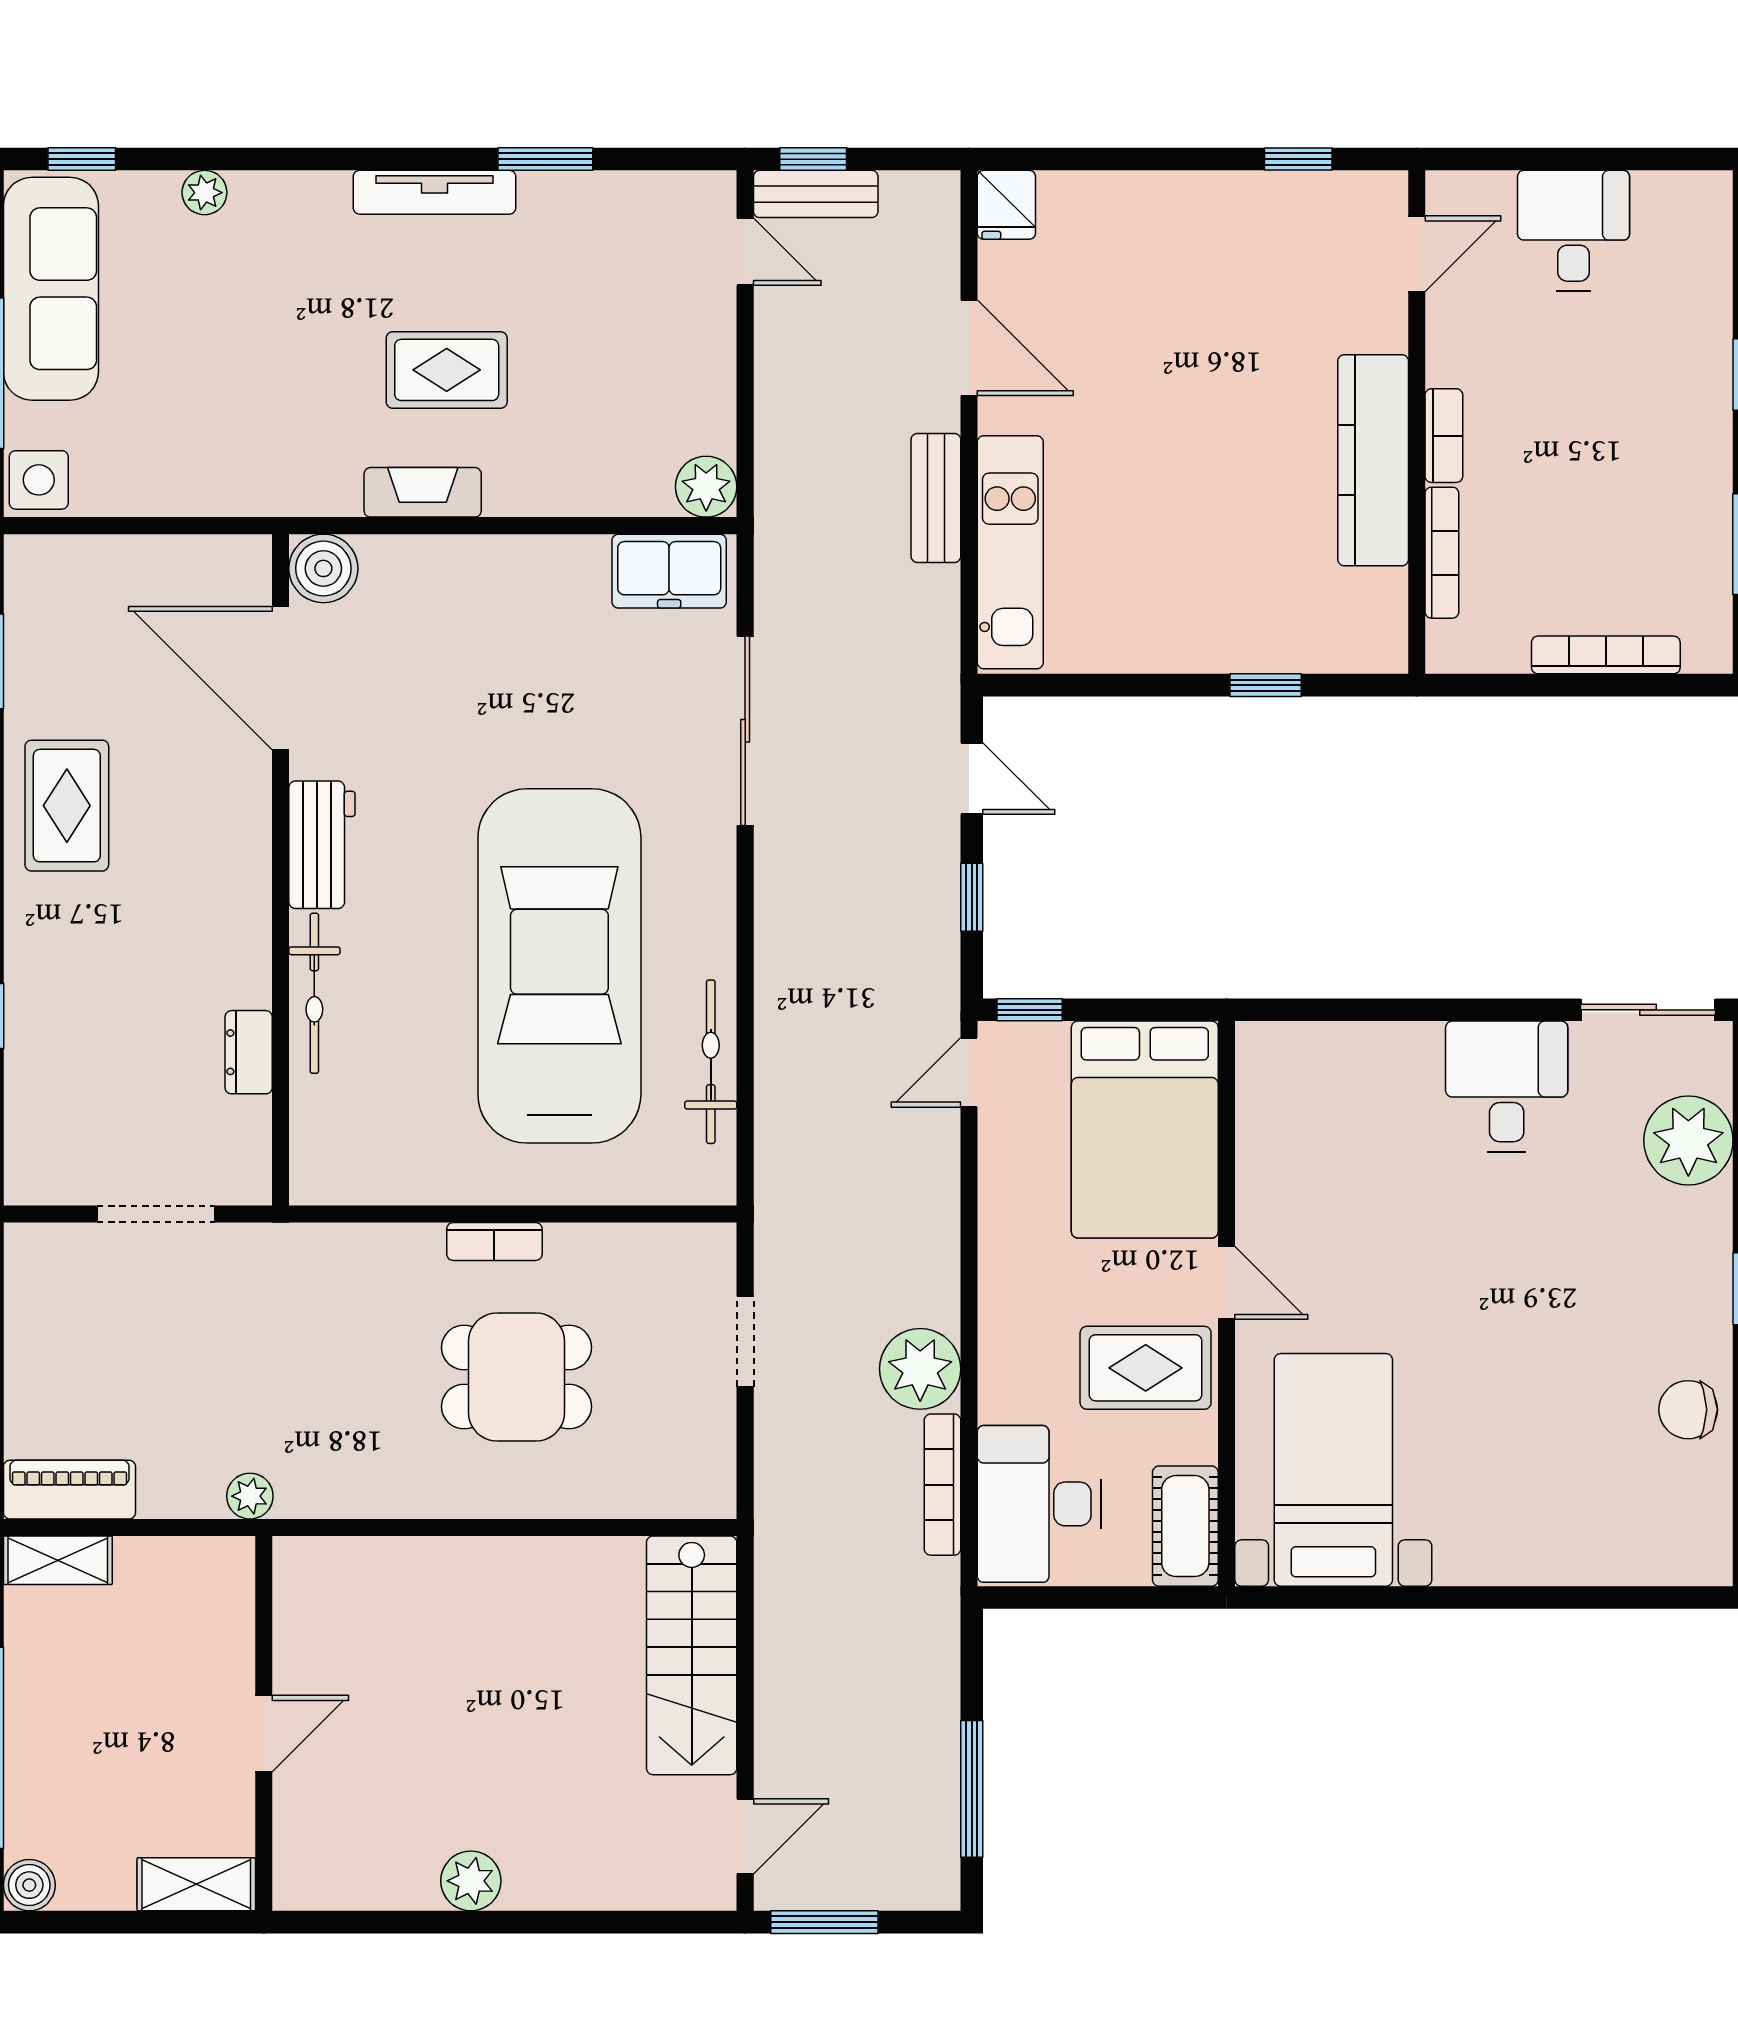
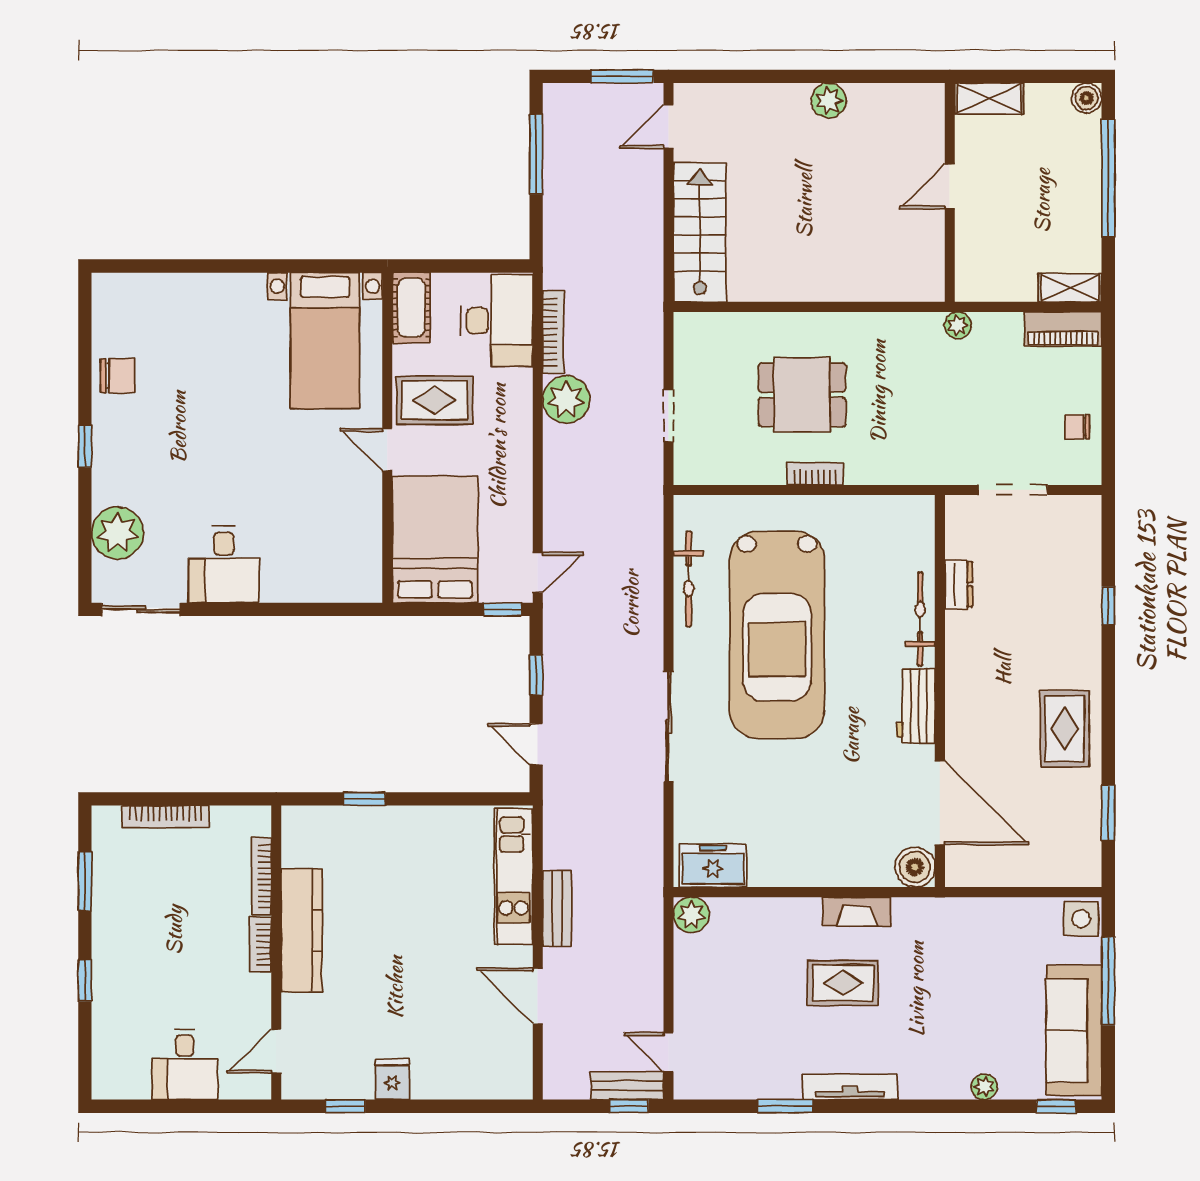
fridge: (1006, 205) -> (392, 1079), moved
sliding door: (745, 731) -> (669, 727), moved
chair: (46, 1322) -> (1077, 427), added

